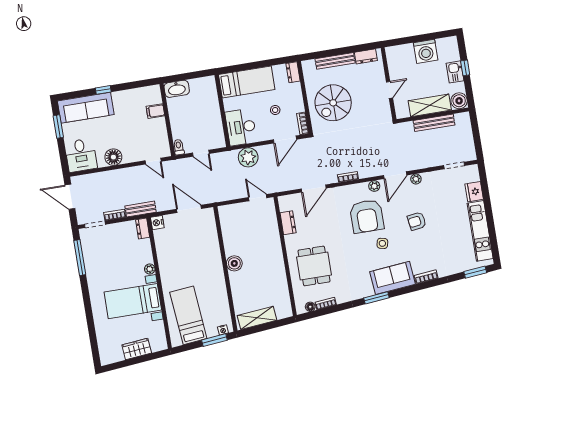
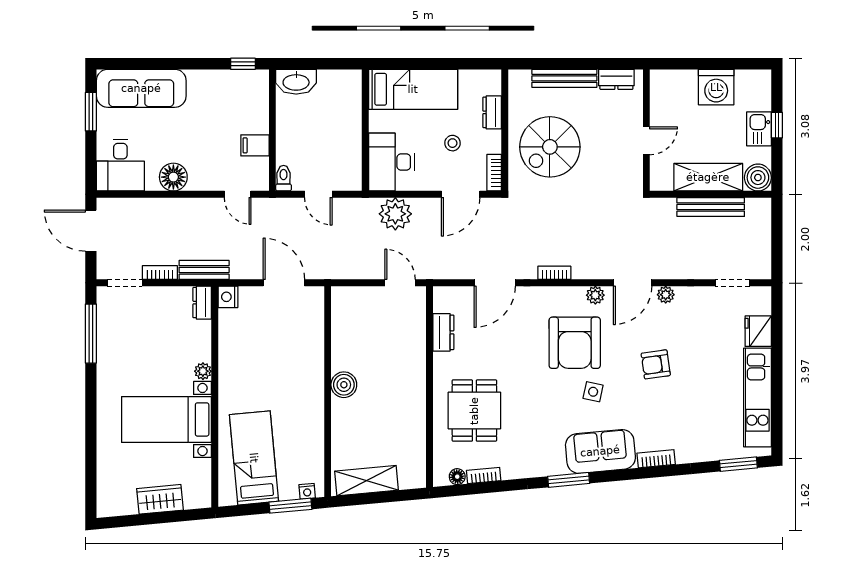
dresser: (293, 72) -> (492, 112), moved
window: (103, 90) -> (243, 64), moved
filing cabinet: (155, 111) -> (255, 145), moved

